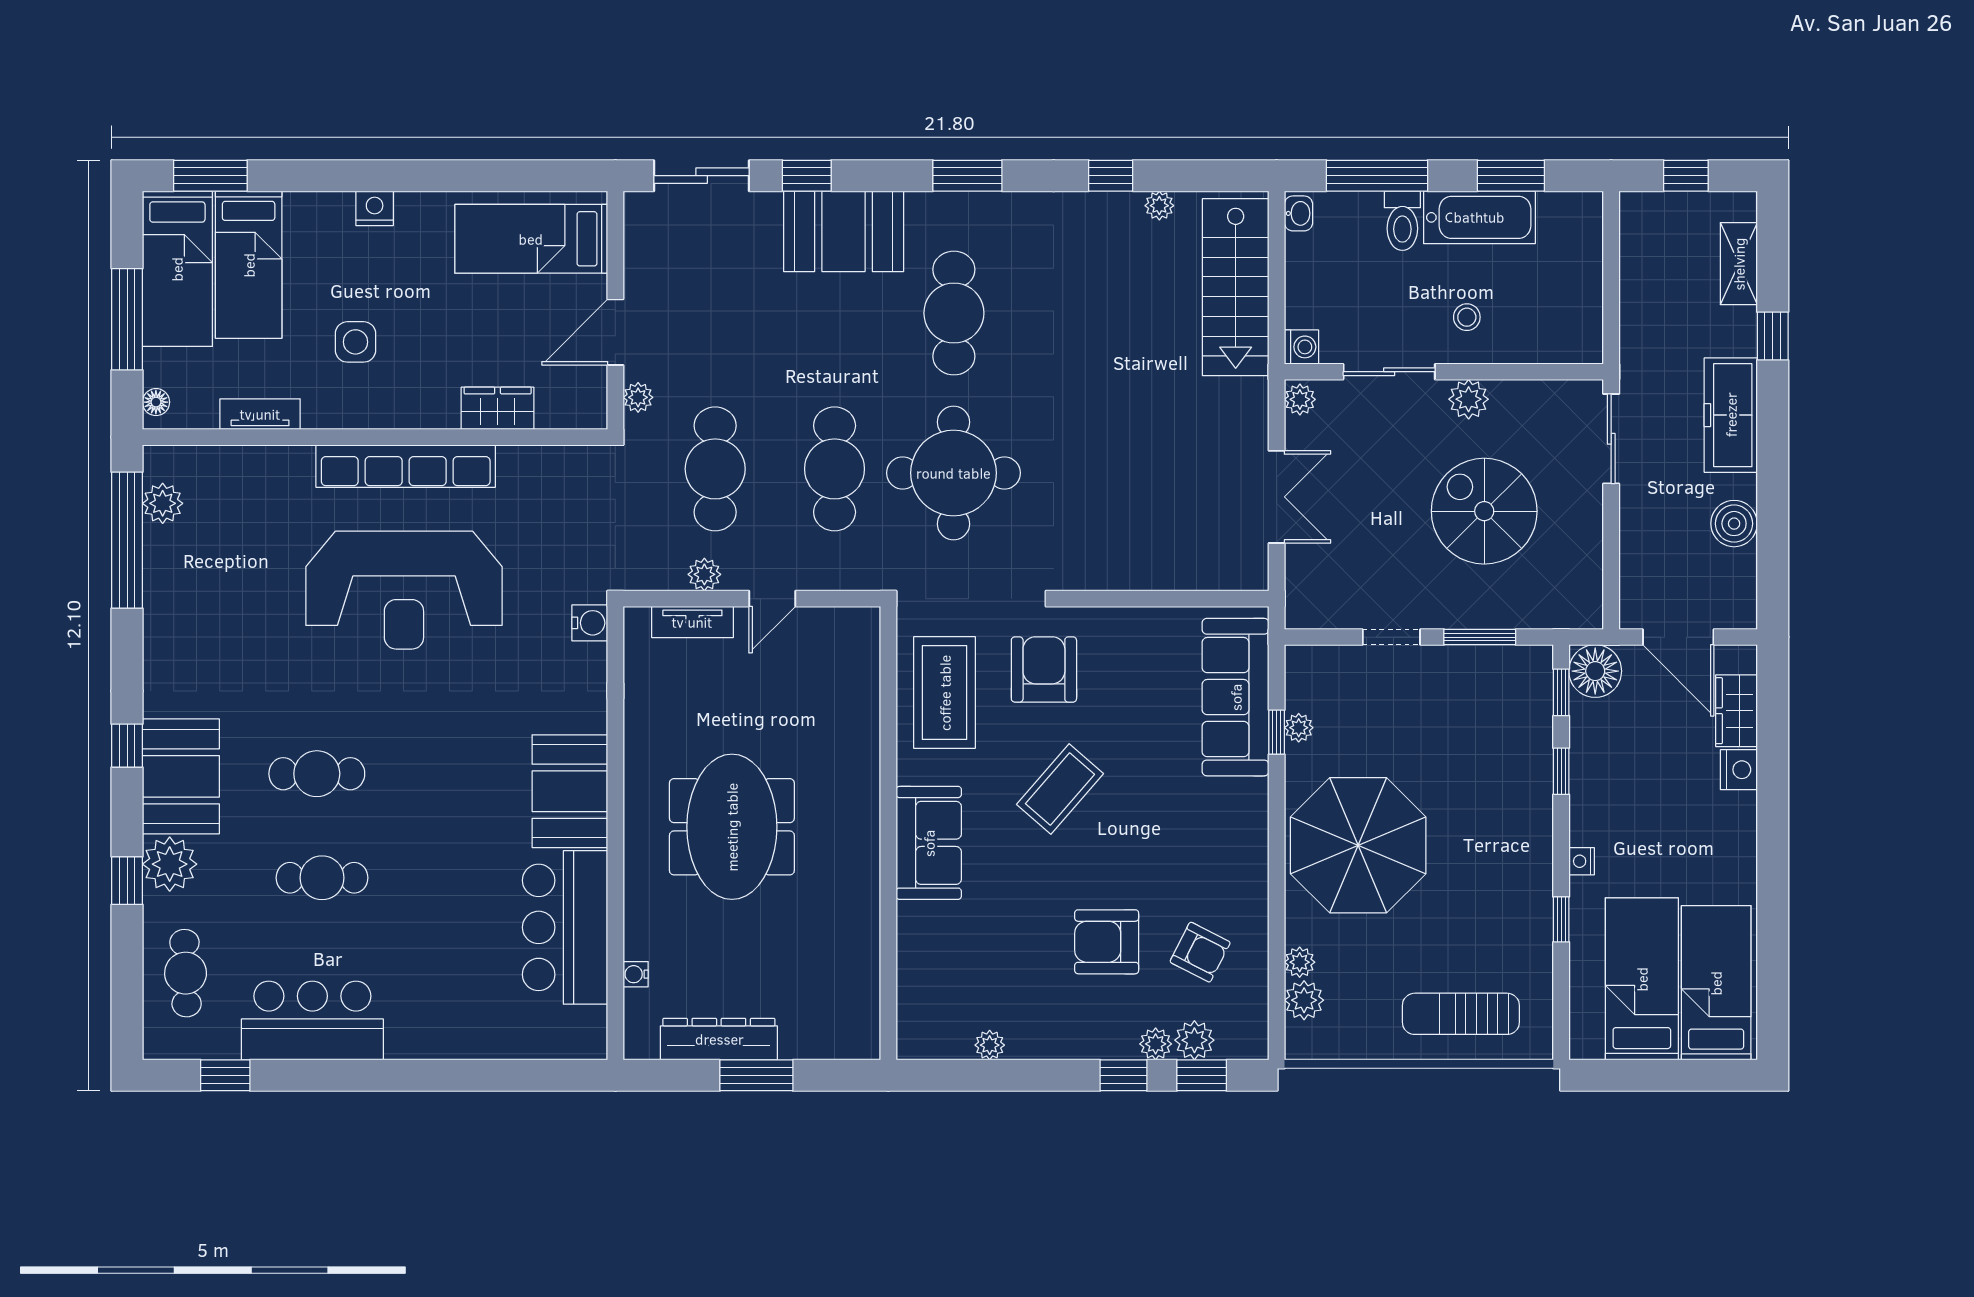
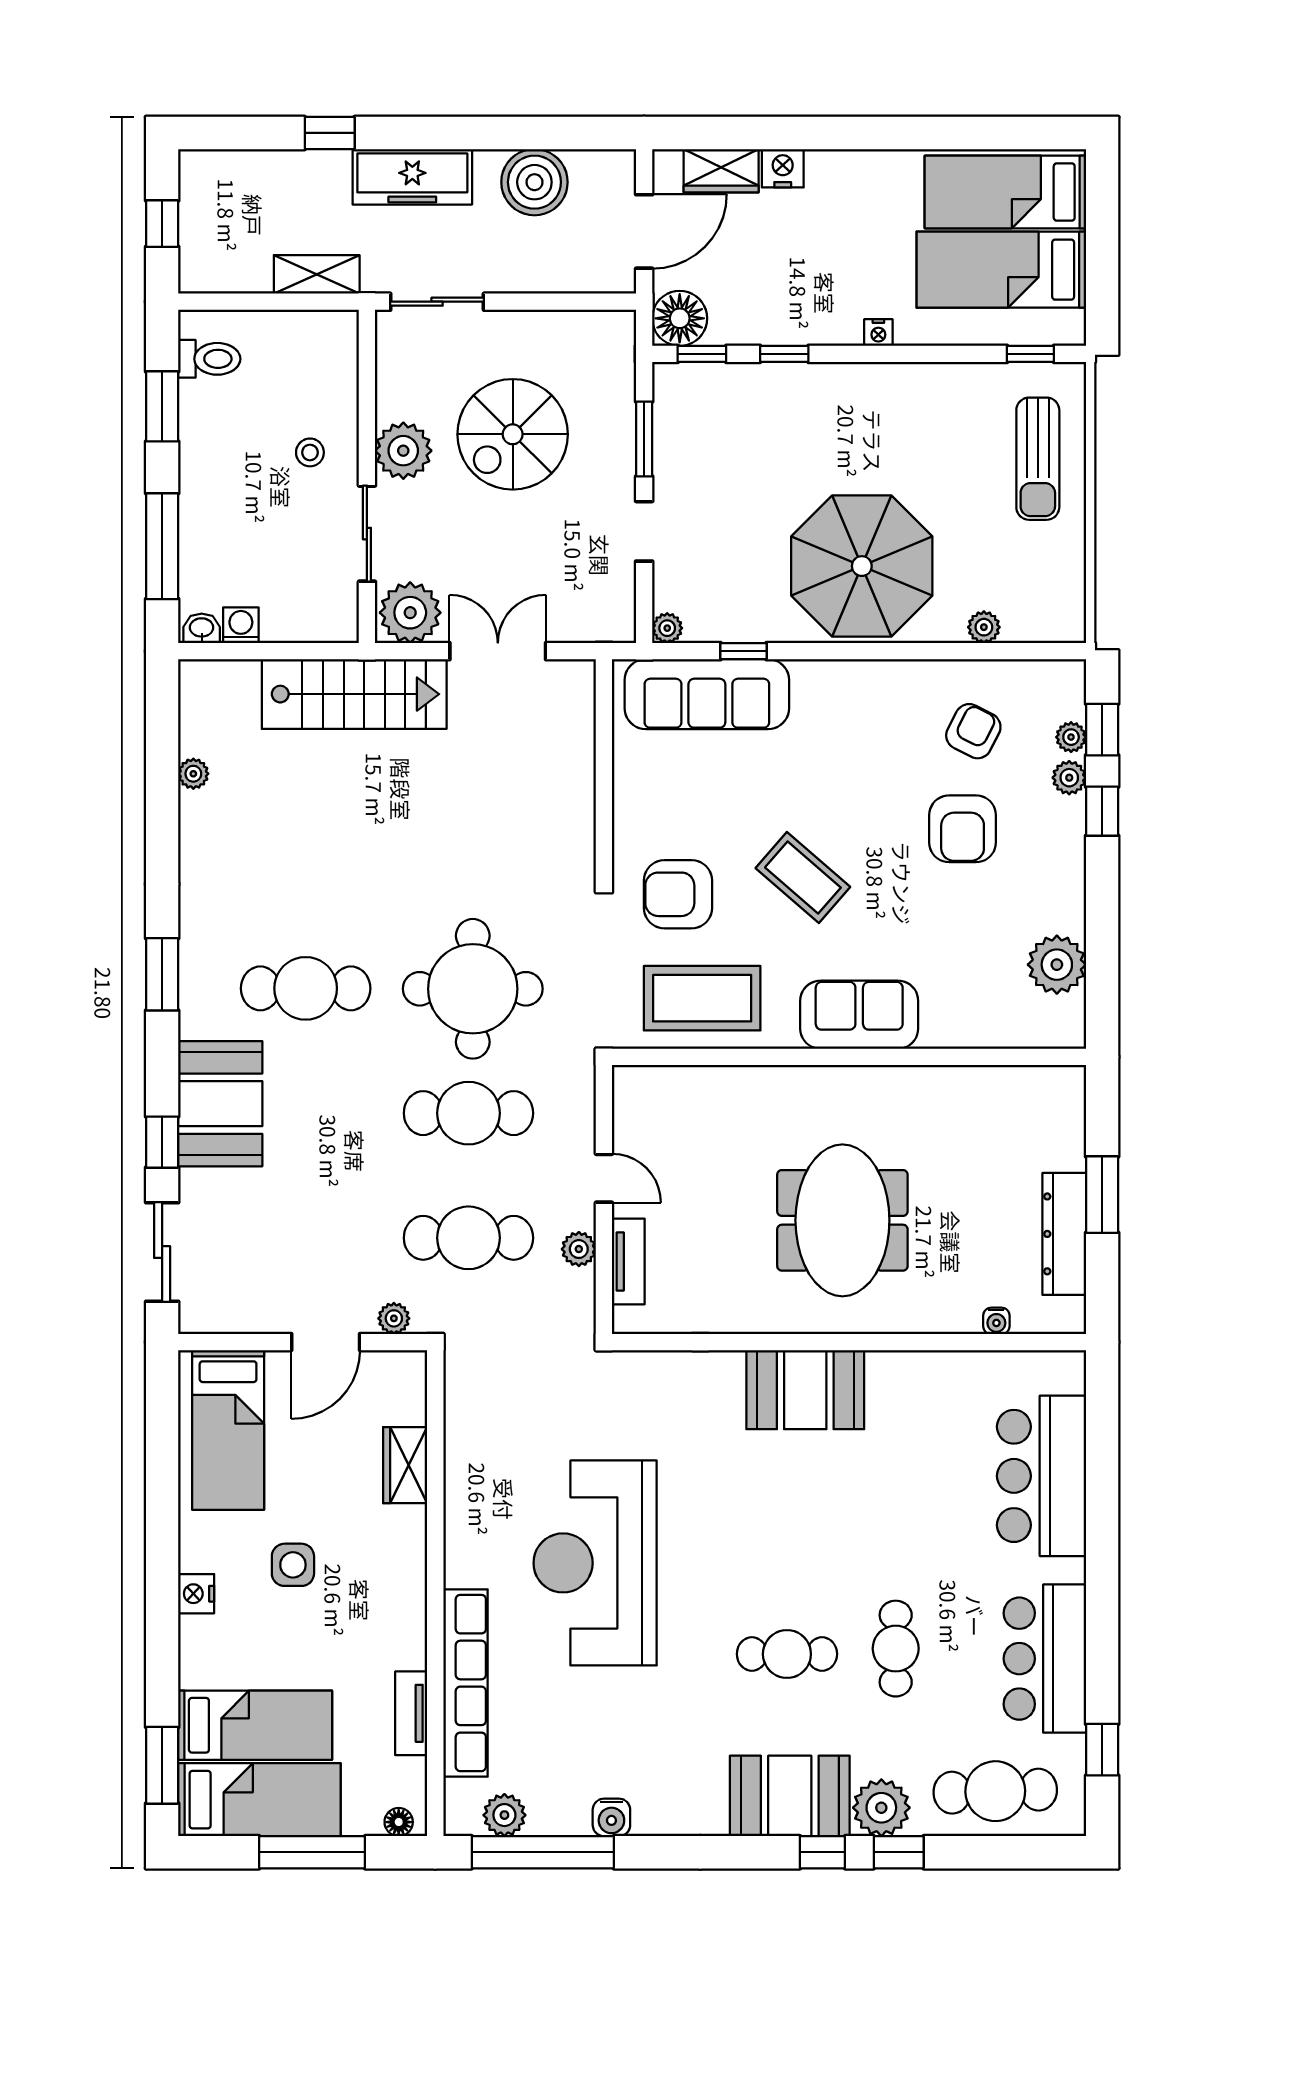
window: (1111, 176) -> (162, 825), removed
bathtub: (1479, 217) -> (206, 439), removed
toilet: (1402, 221) -> (209, 359), moved
shelving: (1739, 264) -> (317, 274), moved
stairs: (1236, 287) -> (354, 694), moved
door: (615, 332) -> (326, 1342), hinge flipped
side table: (355, 342) -> (293, 1565), moved
washing machine: (1301, 347) -> (241, 625), moved
plant: (1300, 399) -> (410, 613), width x1.88, depth x1.88
plant: (1469, 399) -> (403, 451), width x1.36, depth x1.36
row of seats: (406, 466) -> (465, 1683), moved
boiler: (1734, 524) -> (534, 182), width x1.37, depth x1.37
reception desk: (404, 590) -> (595, 1563), turned 180
water cooler: (590, 623) -> (611, 1817), moved, turned 180
plant: (1299, 728) -> (667, 628), moved
window: (127, 746) -> (822, 1852), moved
cafe table: (317, 774) -> (787, 1654), turned 90
meeting table: (732, 827) -> (842, 1220), turned 90
window: (1561, 919) -> (1030, 354), moved
bar counter: (565, 927) -> (1041, 1476), moved, turned 90
cafe table: (186, 973) -> (995, 1791), width x1.37, depth x1.35
plant: (1304, 1000) -> (1024, 623), removed
plant: (1194, 1040) -> (1071, 737), width x0.73, depth x0.73
plant: (990, 1045) -> (1057, 965), width x1.88, depth x1.88

